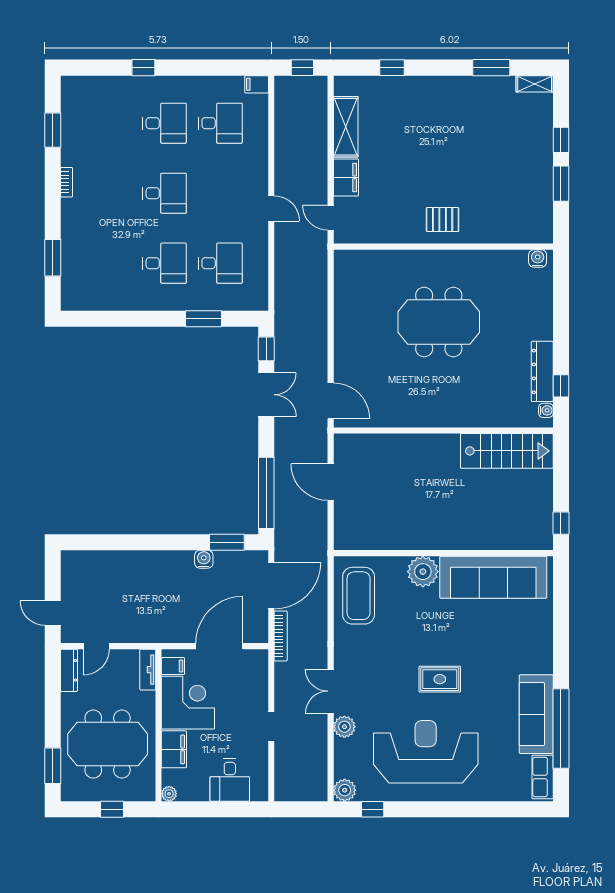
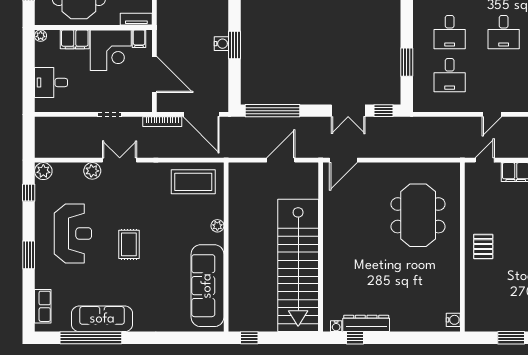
meeting table: (439, 322) -> (418, 215), moved
stairs: (507, 451) -> (298, 265), width x1.86, depth x1.51
window: (227, 542) -> (234, 45), moved
water cooler: (204, 559) -> (221, 44), moved
plant: (423, 572) -> (217, 226), width x0.53, depth x0.53
doorway: (271, 727) -> (109, 114), moved
reception desk: (426, 752) -> (73, 234), width x0.74, depth x0.77
row of seats: (543, 777) -> (43, 306), moved, turned 90
window: (453, 809) -> (29, 255), added

